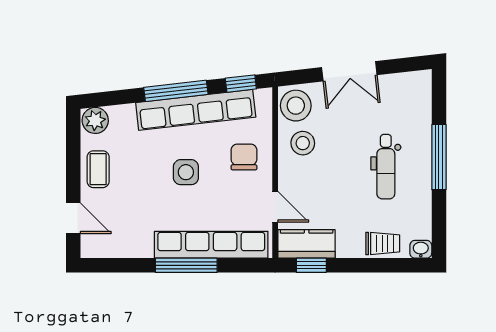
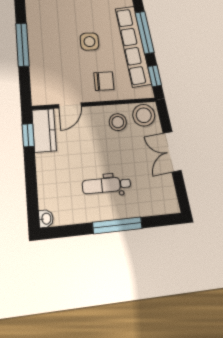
trolley: (383, 243) -> (48, 188), removed
row of seats: (211, 245) -> (39, 61), removed

